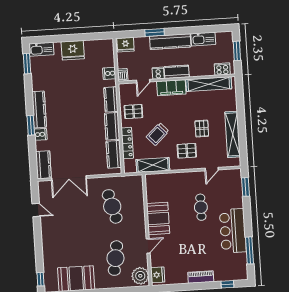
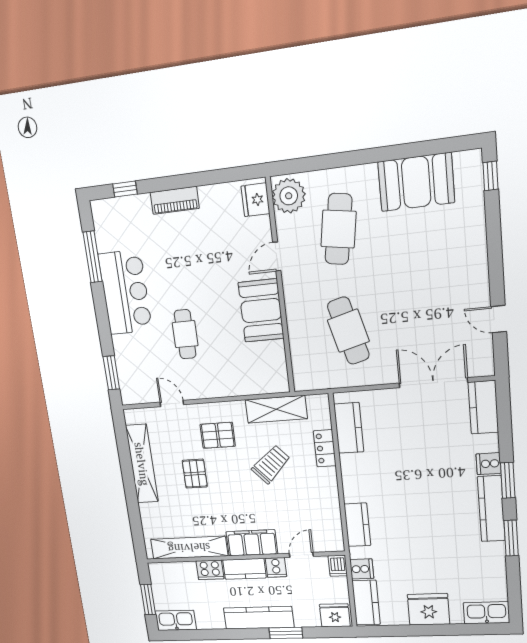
kitchen sink: (203, 39) -> (176, 620), moved
window: (27, 64) -> (511, 538), moved
cooker: (222, 69) -> (210, 570), moved
pallet: (133, 112) -> (316, 503), removed
kitchen counter: (112, 126) -> (366, 603), moved
locker: (127, 143) -> (325, 448), width x0.66
door: (212, 169) -> (172, 403), hinge flipped

